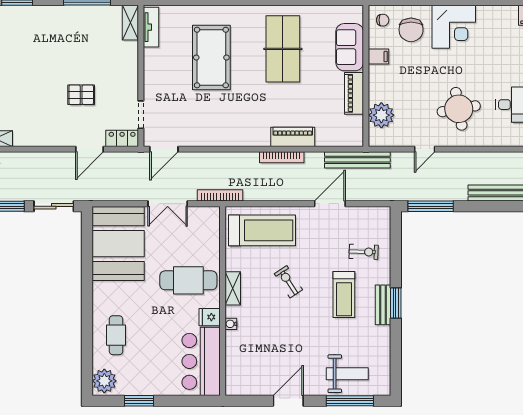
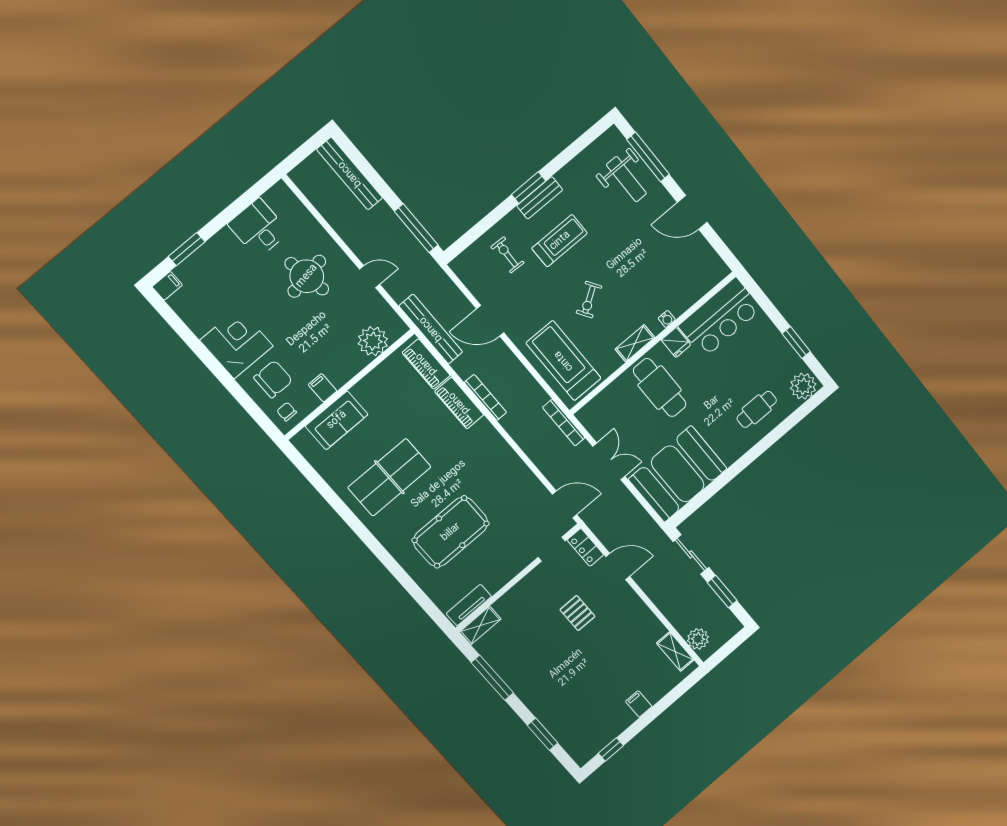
piano: (354, 93) -> (426, 364), moved, turned 90
weight bench: (347, 374) -> (626, 179), turned 180

